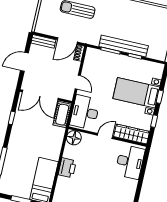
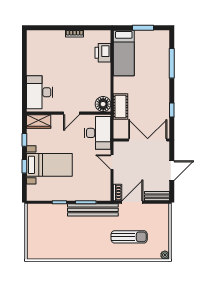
bench: (124, 46) -> (93, 210), moved
cot: (62, 115) -> (121, 107), moved
wardrobe: (132, 134) -> (39, 121), width x0.67
printer: (67, 168) -> (103, 53), moved

